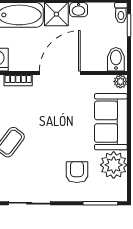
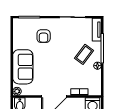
plant: (114, 165) -> (21, 40), removed

